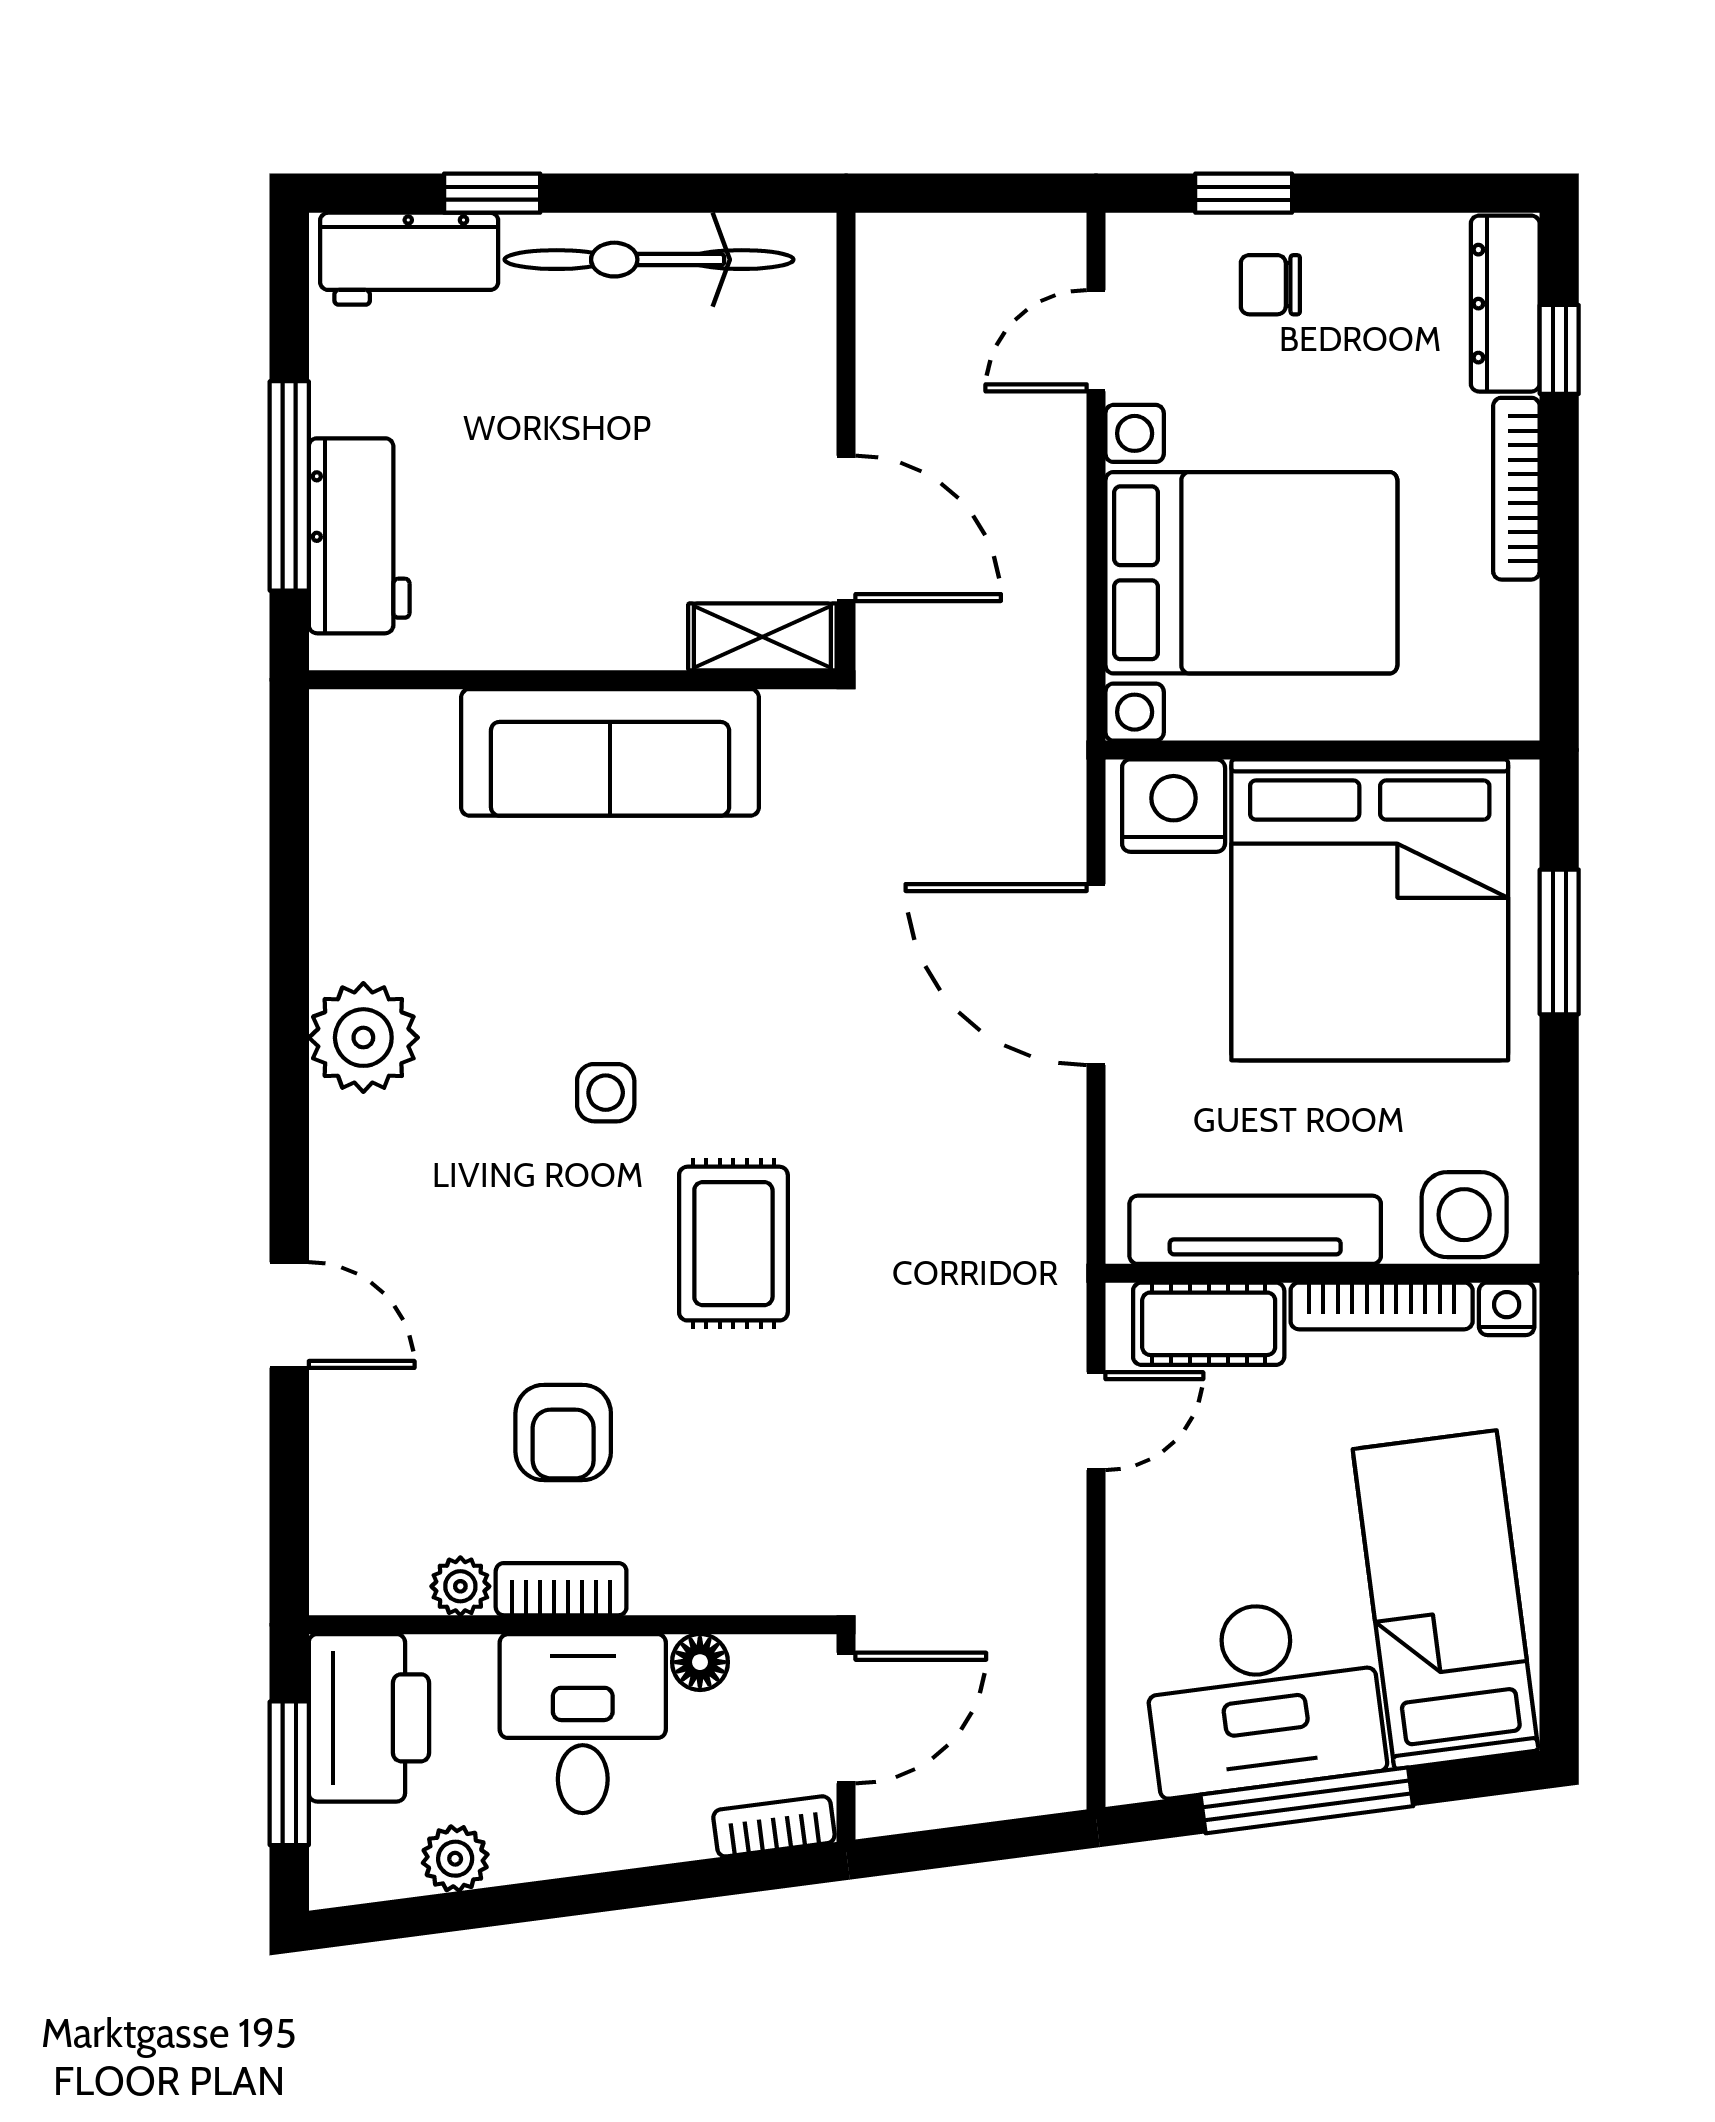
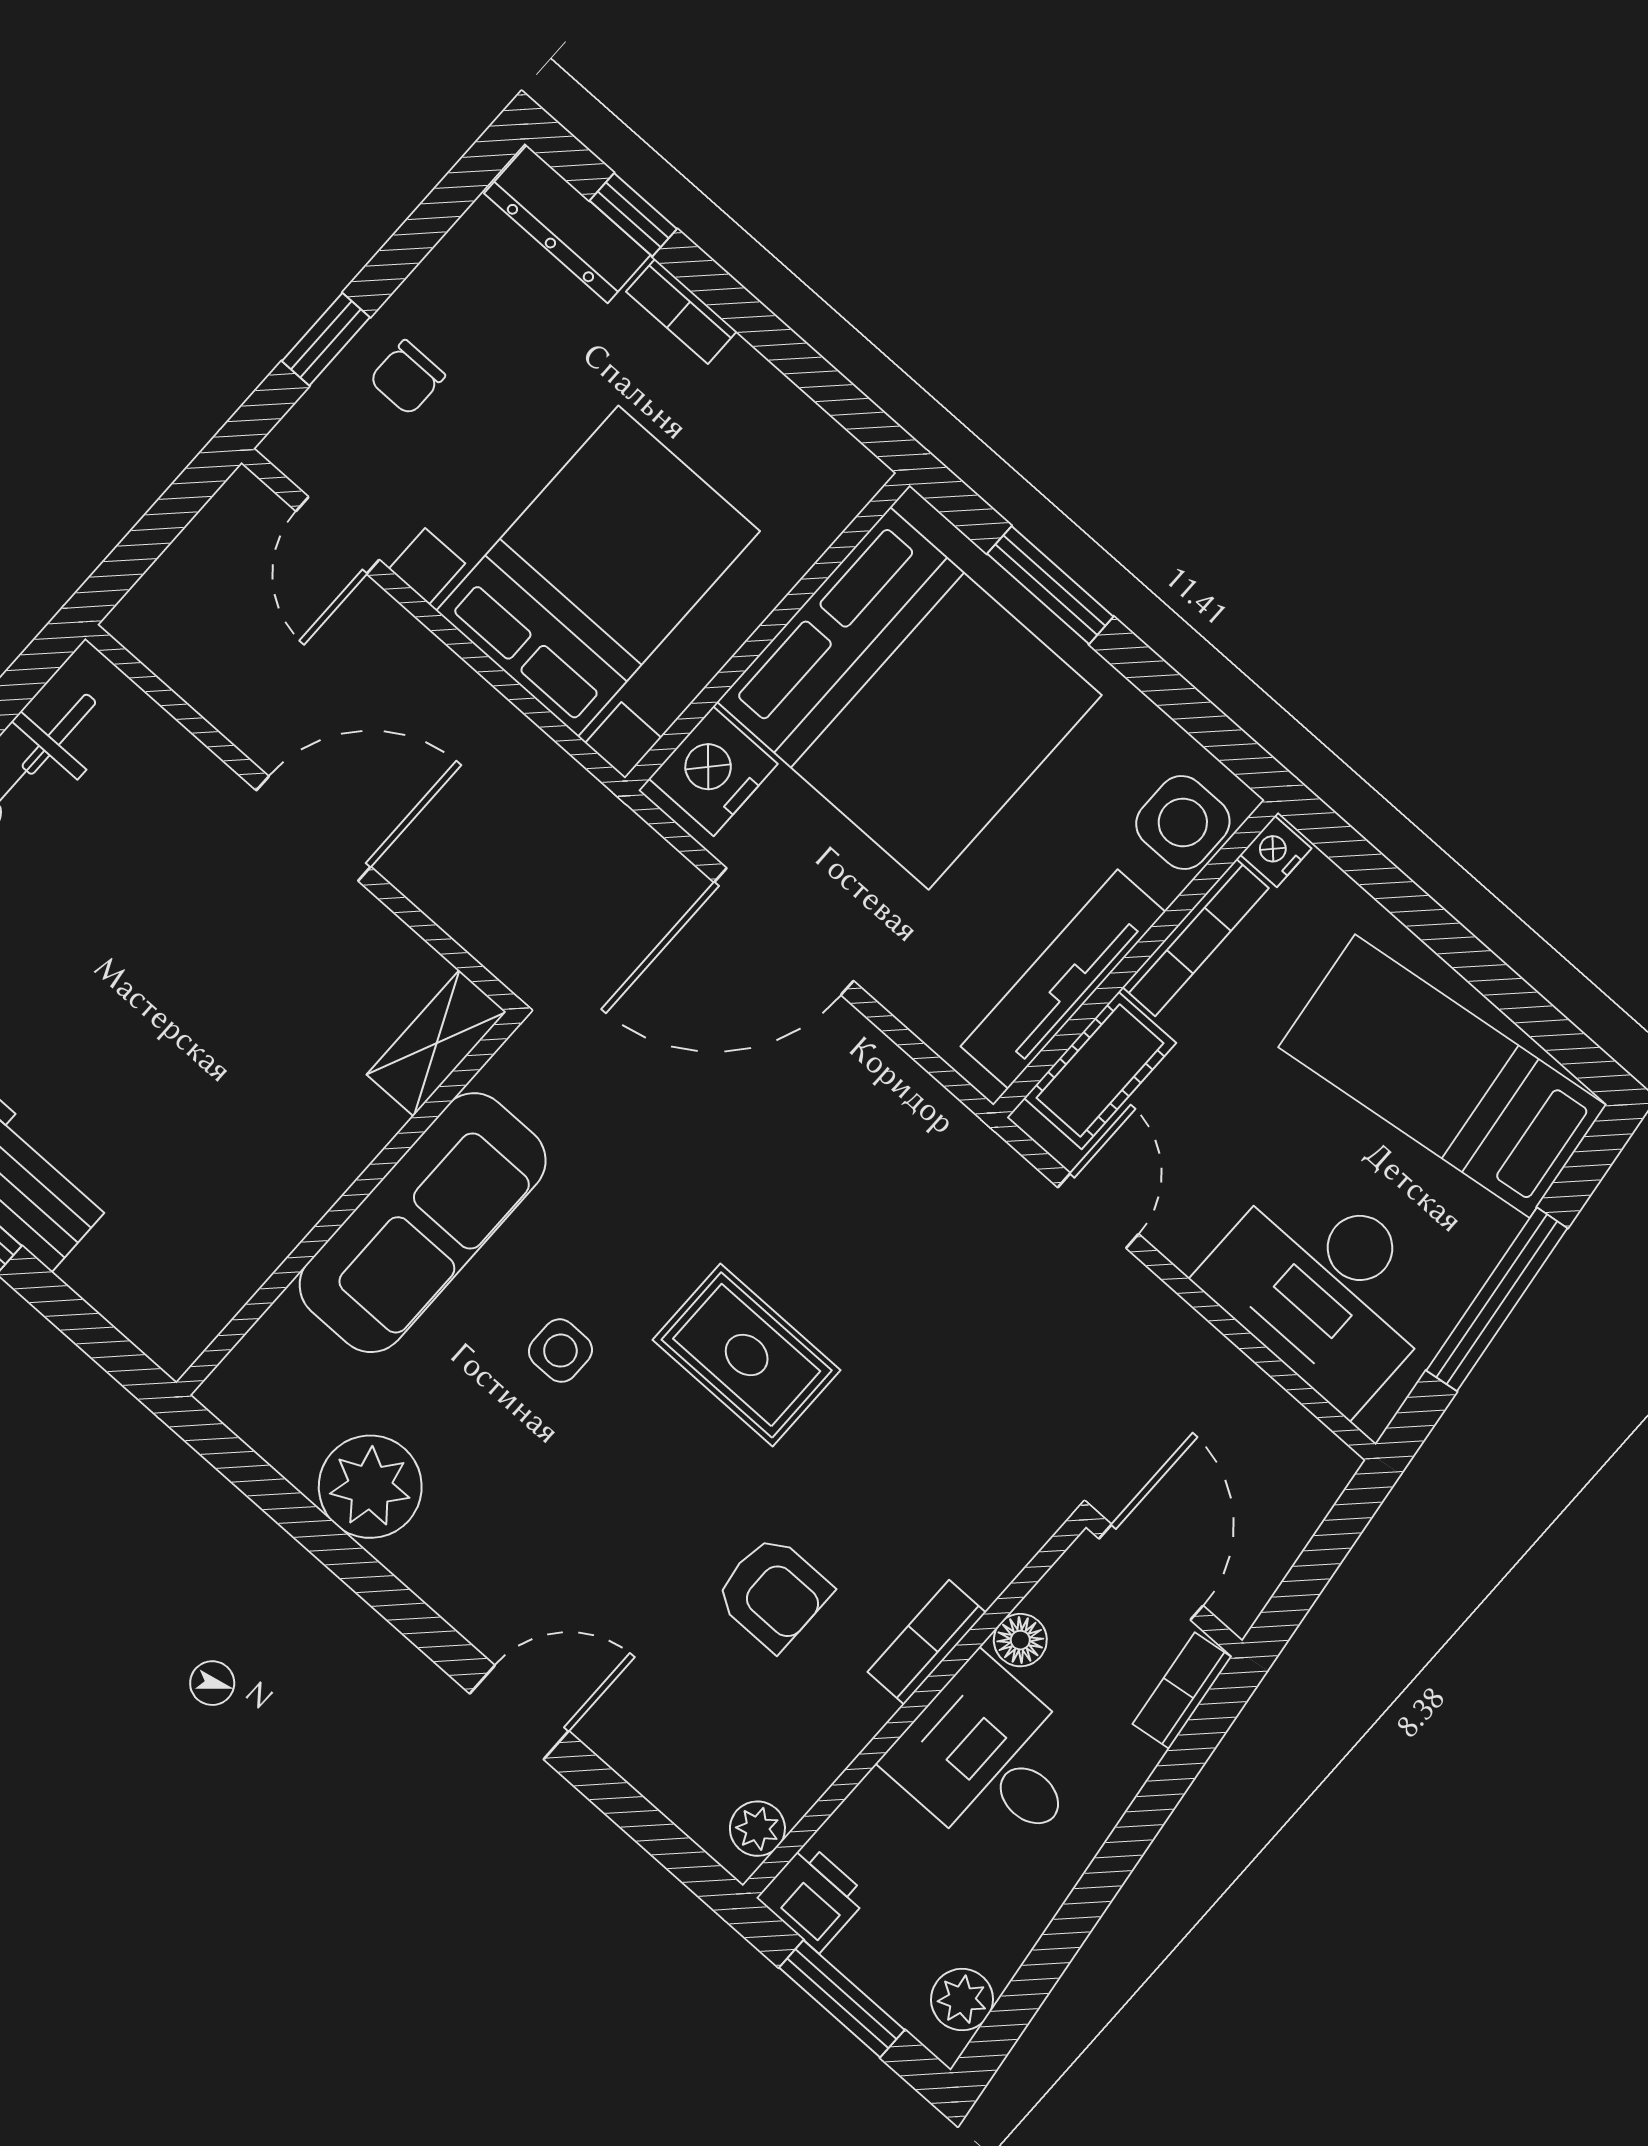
bookcase: (1516, 489) -> (681, 312), width x0.64
shelving: (762, 637) -> (436, 1043), moved
wall: (573, 680) -> (348, 1203), moved
sofa: (610, 752) -> (423, 1223), moved
plant: (460, 1586) -> (757, 1829), moved
bookcase: (561, 1589) -> (927, 1642), moved
desk: (1263, 1696) -> (1325, 1287), moved, turned 97
printer: (369, 1718) -> (813, 1897), width x0.53, depth x0.68
plant: (455, 1859) -> (962, 2000), moved

